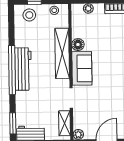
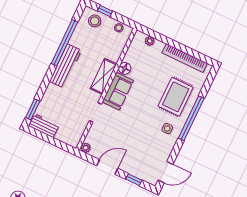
shelving: (62, 53) -> (104, 76), width x0.68
window: (12, 70) -> (64, 43), moved
shelving: (64, 123) -> (78, 132), removed

